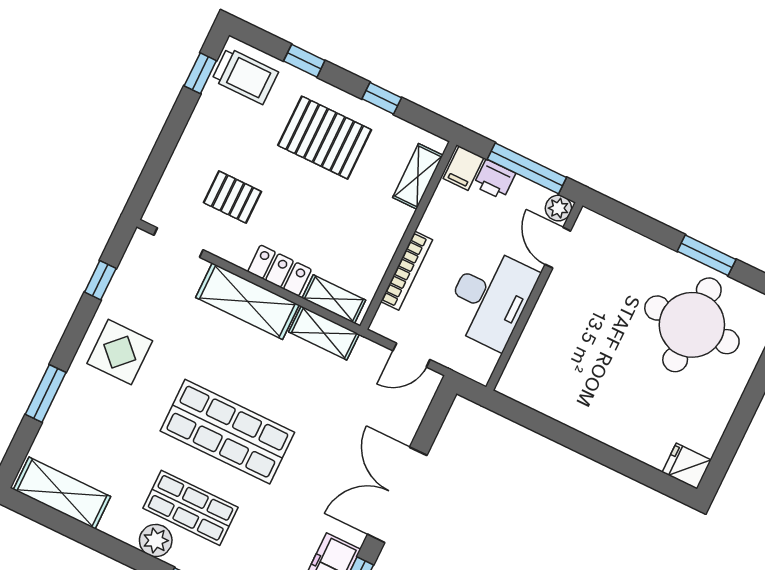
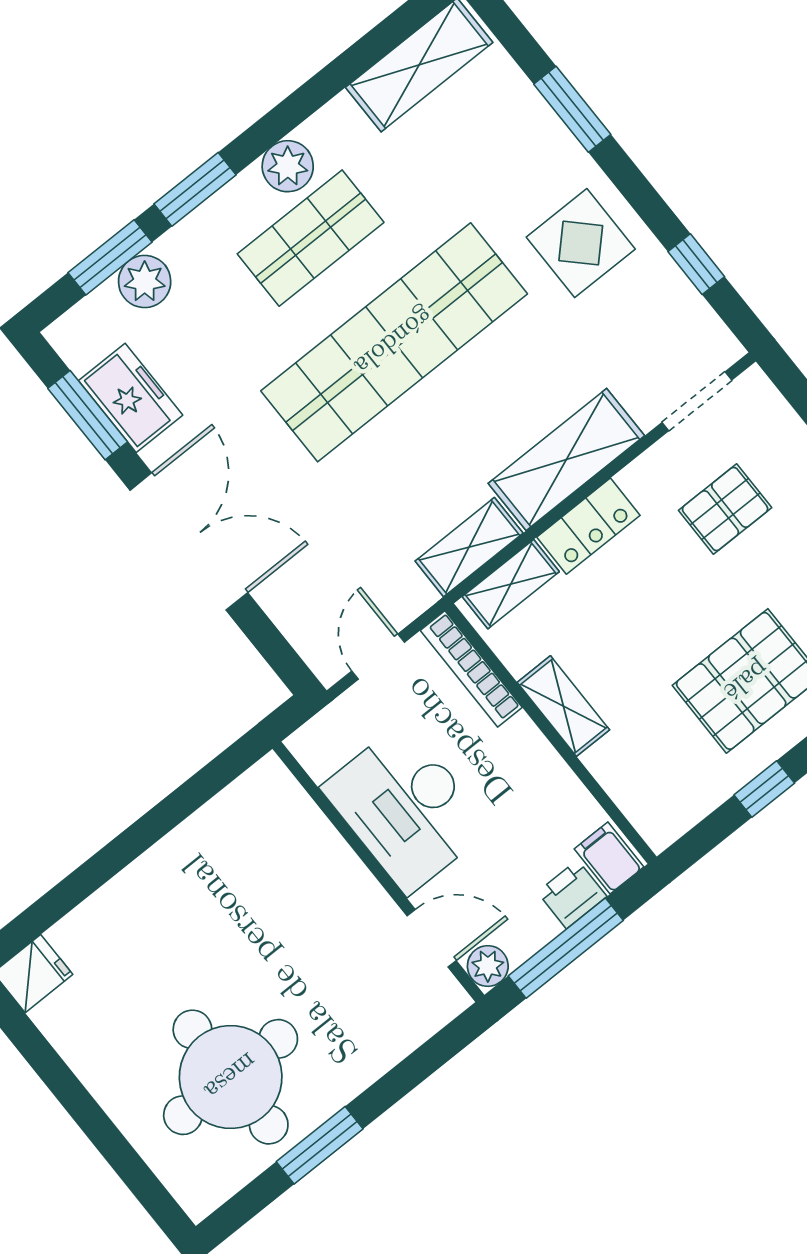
shelving: (418, 176) -> (563, 706), moved
bookcase: (407, 271) -> (471, 669), moved
shop shelf: (227, 432) -> (394, 342), width x1.40

